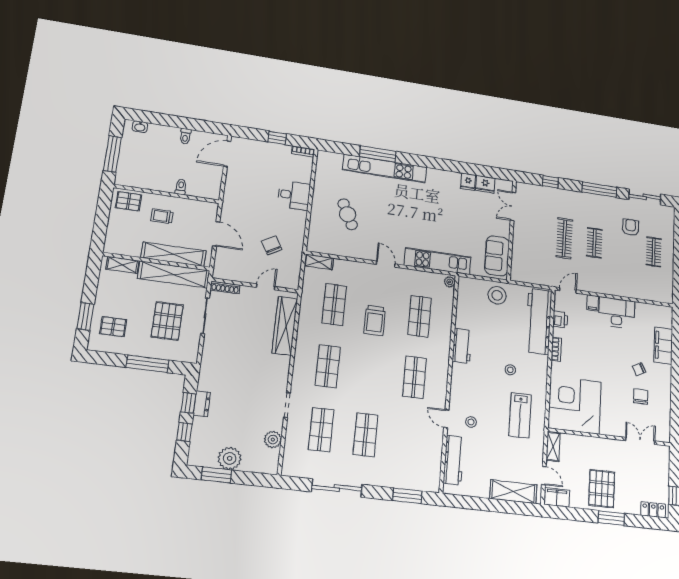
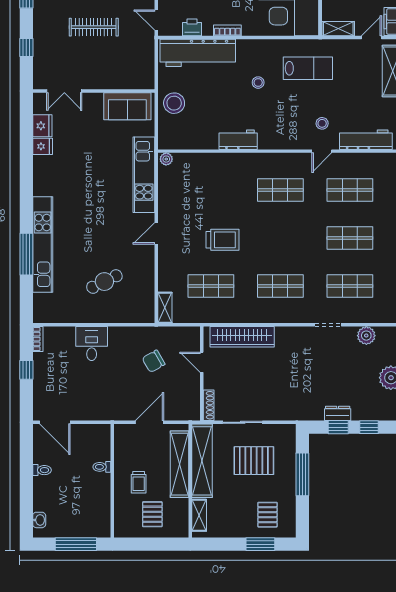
pallet: (129, 201) -> (152, 514), moved
shop shelf: (420, 316) -> (350, 190), moved

